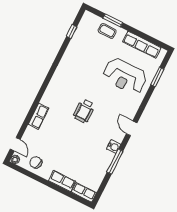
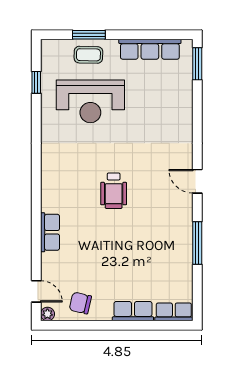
reception desk: (125, 76) -> (90, 101), moved
window: (157, 77) -> (197, 64), moved
water cooler: (114, 147) -> (184, 222), removed

